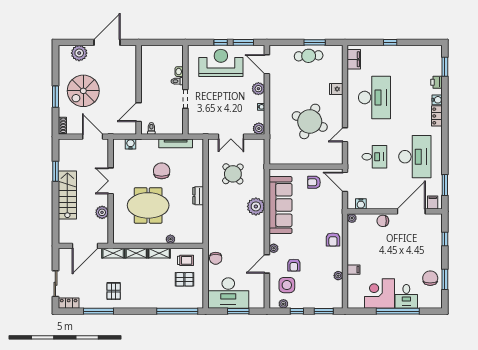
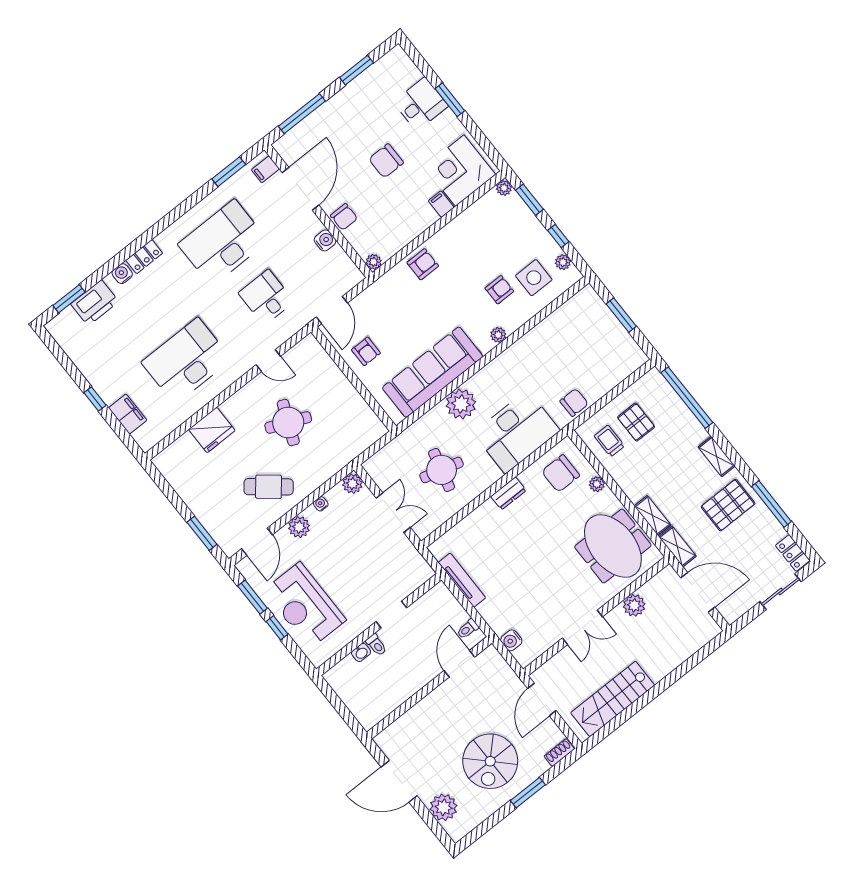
window: (315, 42) -> (202, 533), moved
cafe table: (309, 56) -> (269, 487), moved, turned -48
filing cabinet: (354, 59) -> (128, 414), moved, turned 90
printer: (436, 82) -> (95, 303), width x1.87, depth x1.48
fridge: (336, 89) -> (212, 430), width x1.88, depth x1.34
spiral stairs: (83, 91) -> (490, 761), turned 90
door: (139, 112) -> (459, 664), swing flipped
round table: (310, 121) -> (288, 423), width x0.73, depth x0.73
window: (55, 171) -> (629, 712), removed
chair: (162, 171) -> (561, 473), moved
round table: (233, 174) -> (442, 470), turned -31
stairs: (67, 195) -> (613, 699), moved
water cooler: (361, 204) -> (325, 240), moved
meeting table: (148, 205) -> (613, 546), moved
door: (411, 211) -> (301, 189), swing flipped
window: (445, 239) -> (302, 114), width x2.17
shelving: (159, 253) -> (717, 457), moved
door: (267, 264) -> (527, 327), removed
plant: (338, 276) -> (504, 188), moved
chair: (430, 278) -> (386, 161), moved
pallet: (114, 291) -> (728, 505), width x1.50, depth x1.42
desk: (228, 293) -> (517, 432), moved, turned 90
corner desk: (379, 294) -> (460, 171), moved, turned 90
window: (398, 311) -> (450, 100), width x0.47

